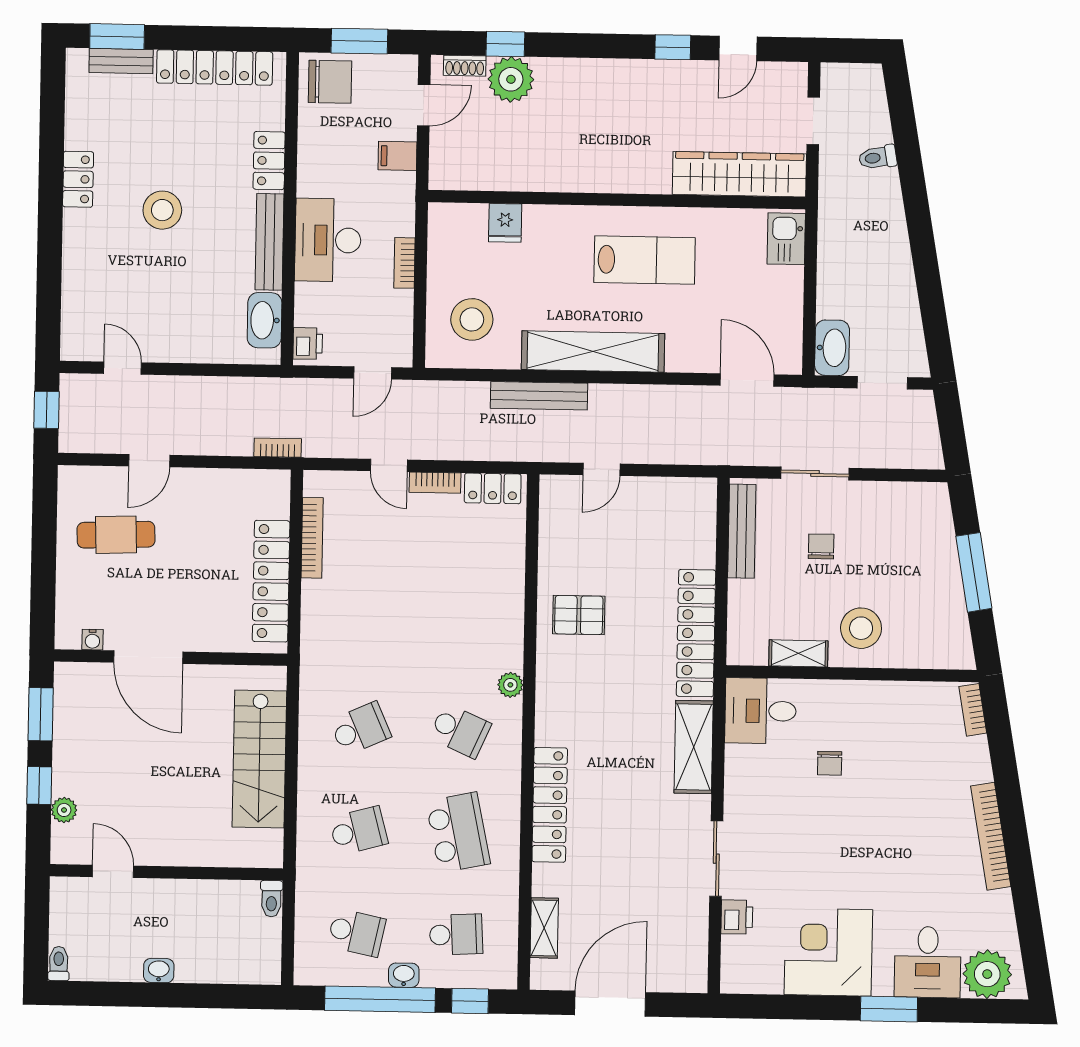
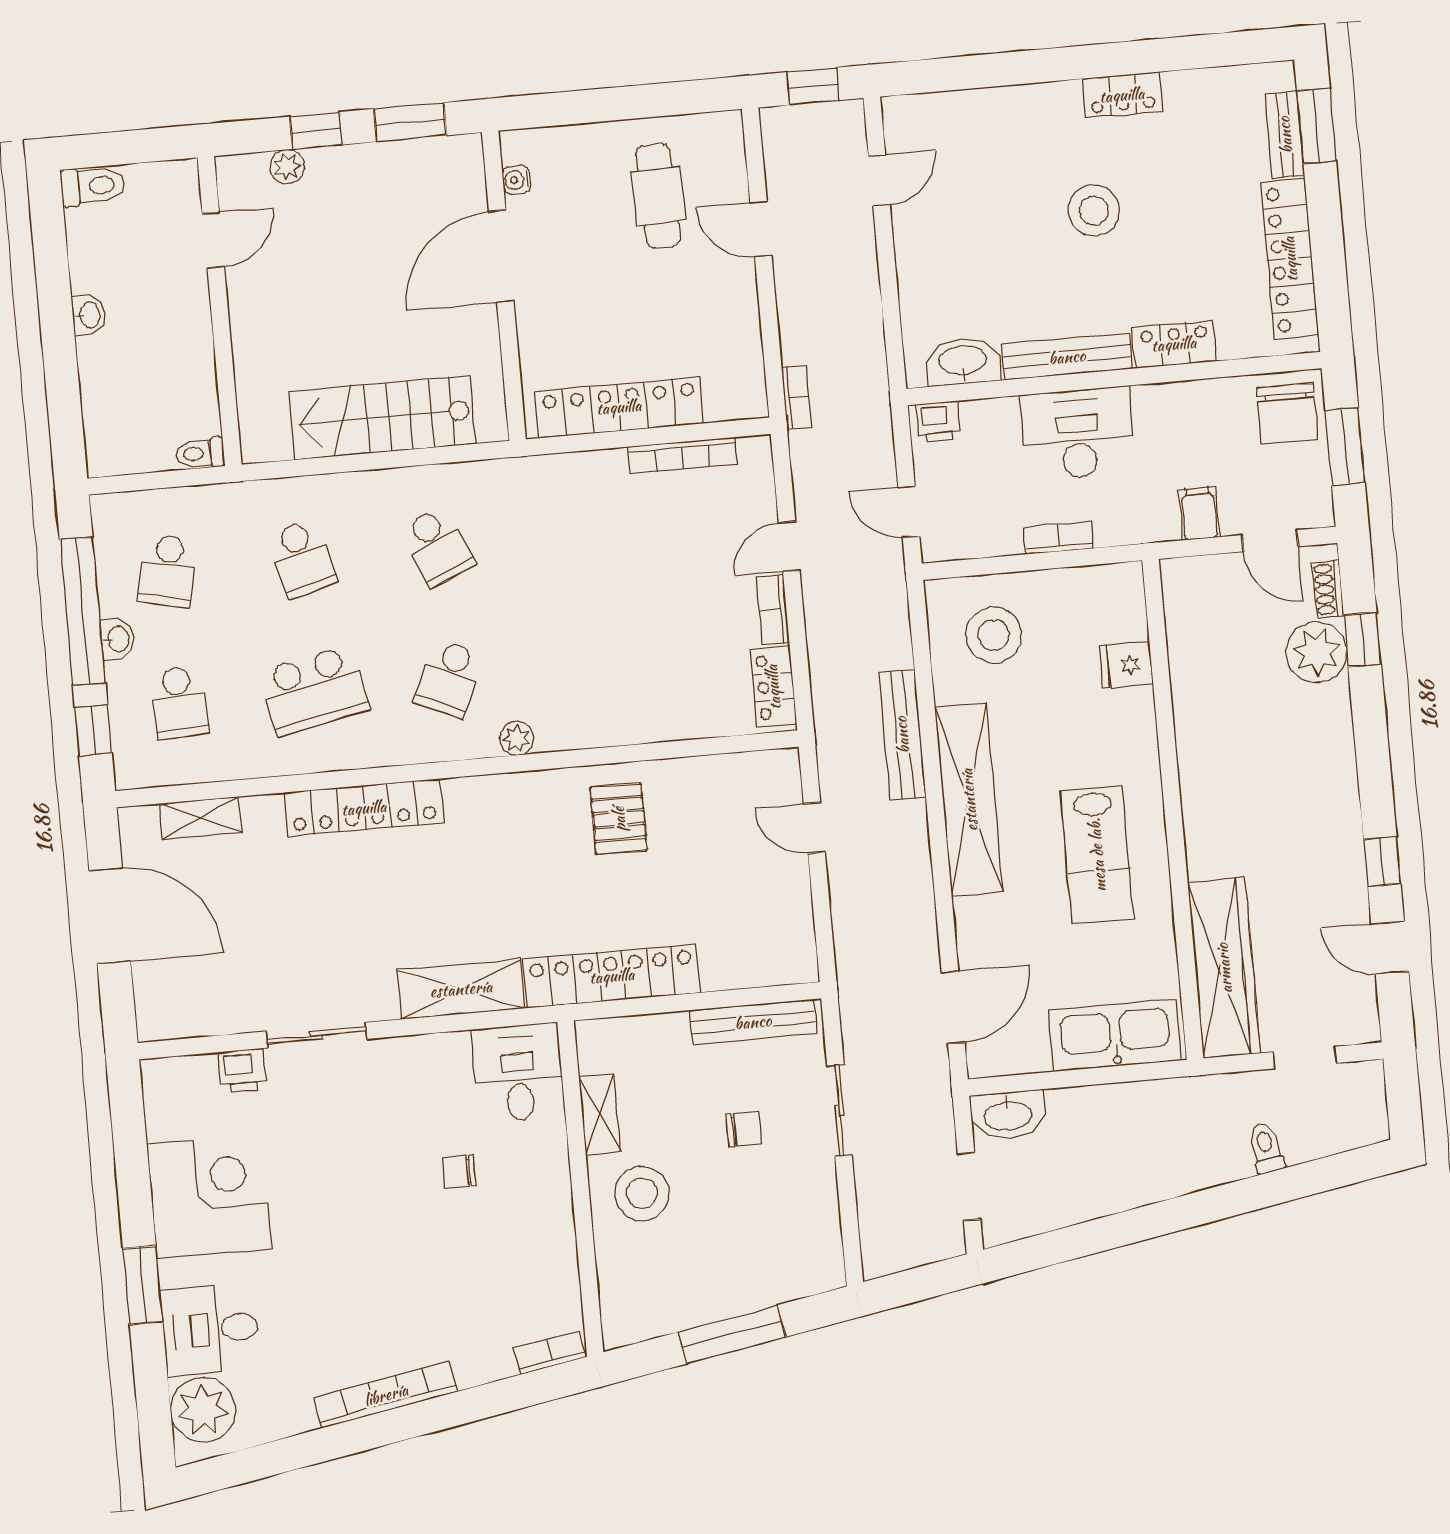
kitchen sink: (786, 239) -> (1115, 1035), width x1.87, depth x1.24
toilet: (59, 964) -> (93, 186), width x1.37, depth x1.39

